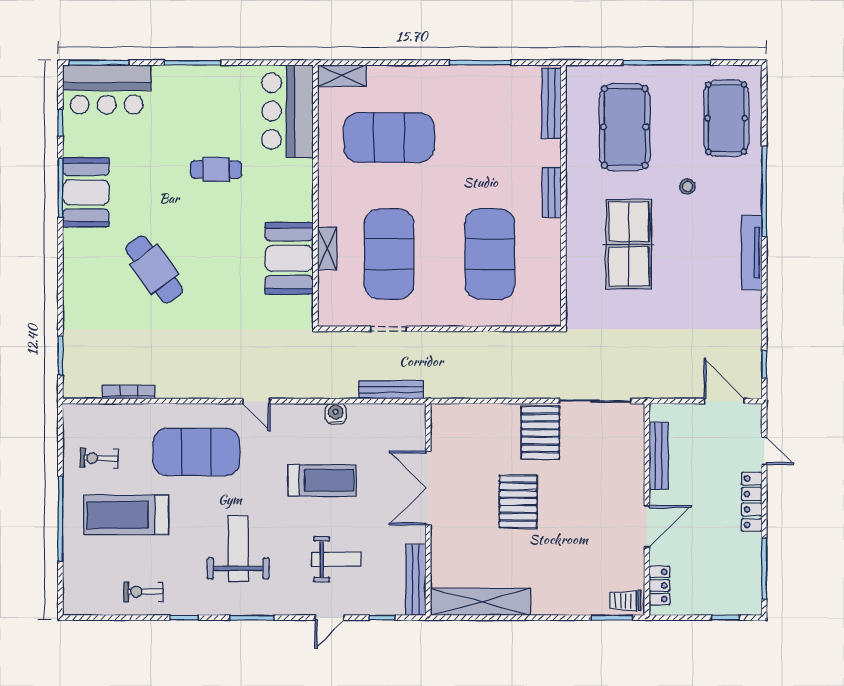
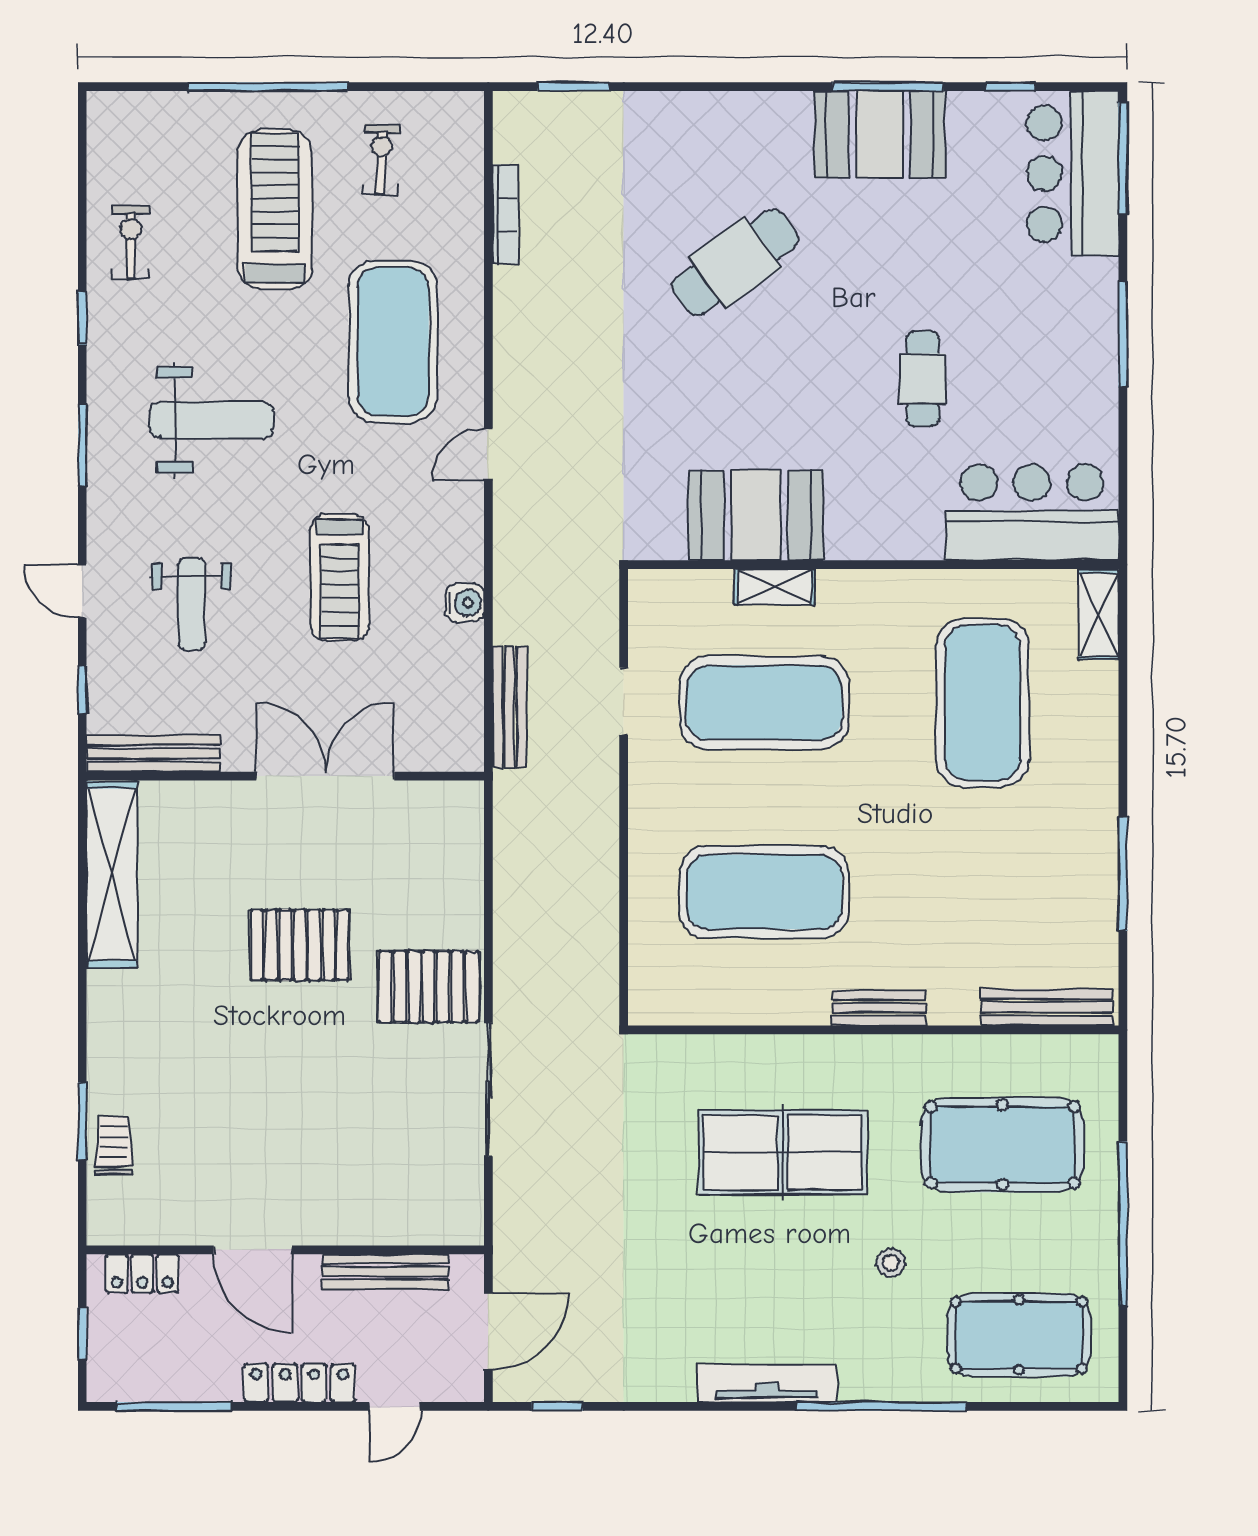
bench: (659, 456) -> (386, 1272), moved
wall: (647, 509) -> (285, 1250), moved
door: (647, 527) -> (253, 1250), moved
locker: (659, 586) -> (142, 1273), moved

